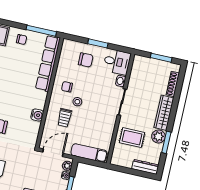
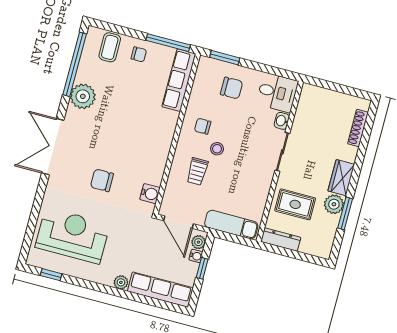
window: (98, 43) -> (225, 58), moved
window: (161, 58) -> (342, 89), removed
row of seats: (48, 63) -> (179, 80), width x0.73
wardrobe: (164, 113) -> (341, 178), width x0.67
water cooler: (37, 115) -> (150, 194), moved
door: (53, 153) -> (178, 222), swing flipped
dresser: (145, 167) -> (281, 240), moved

